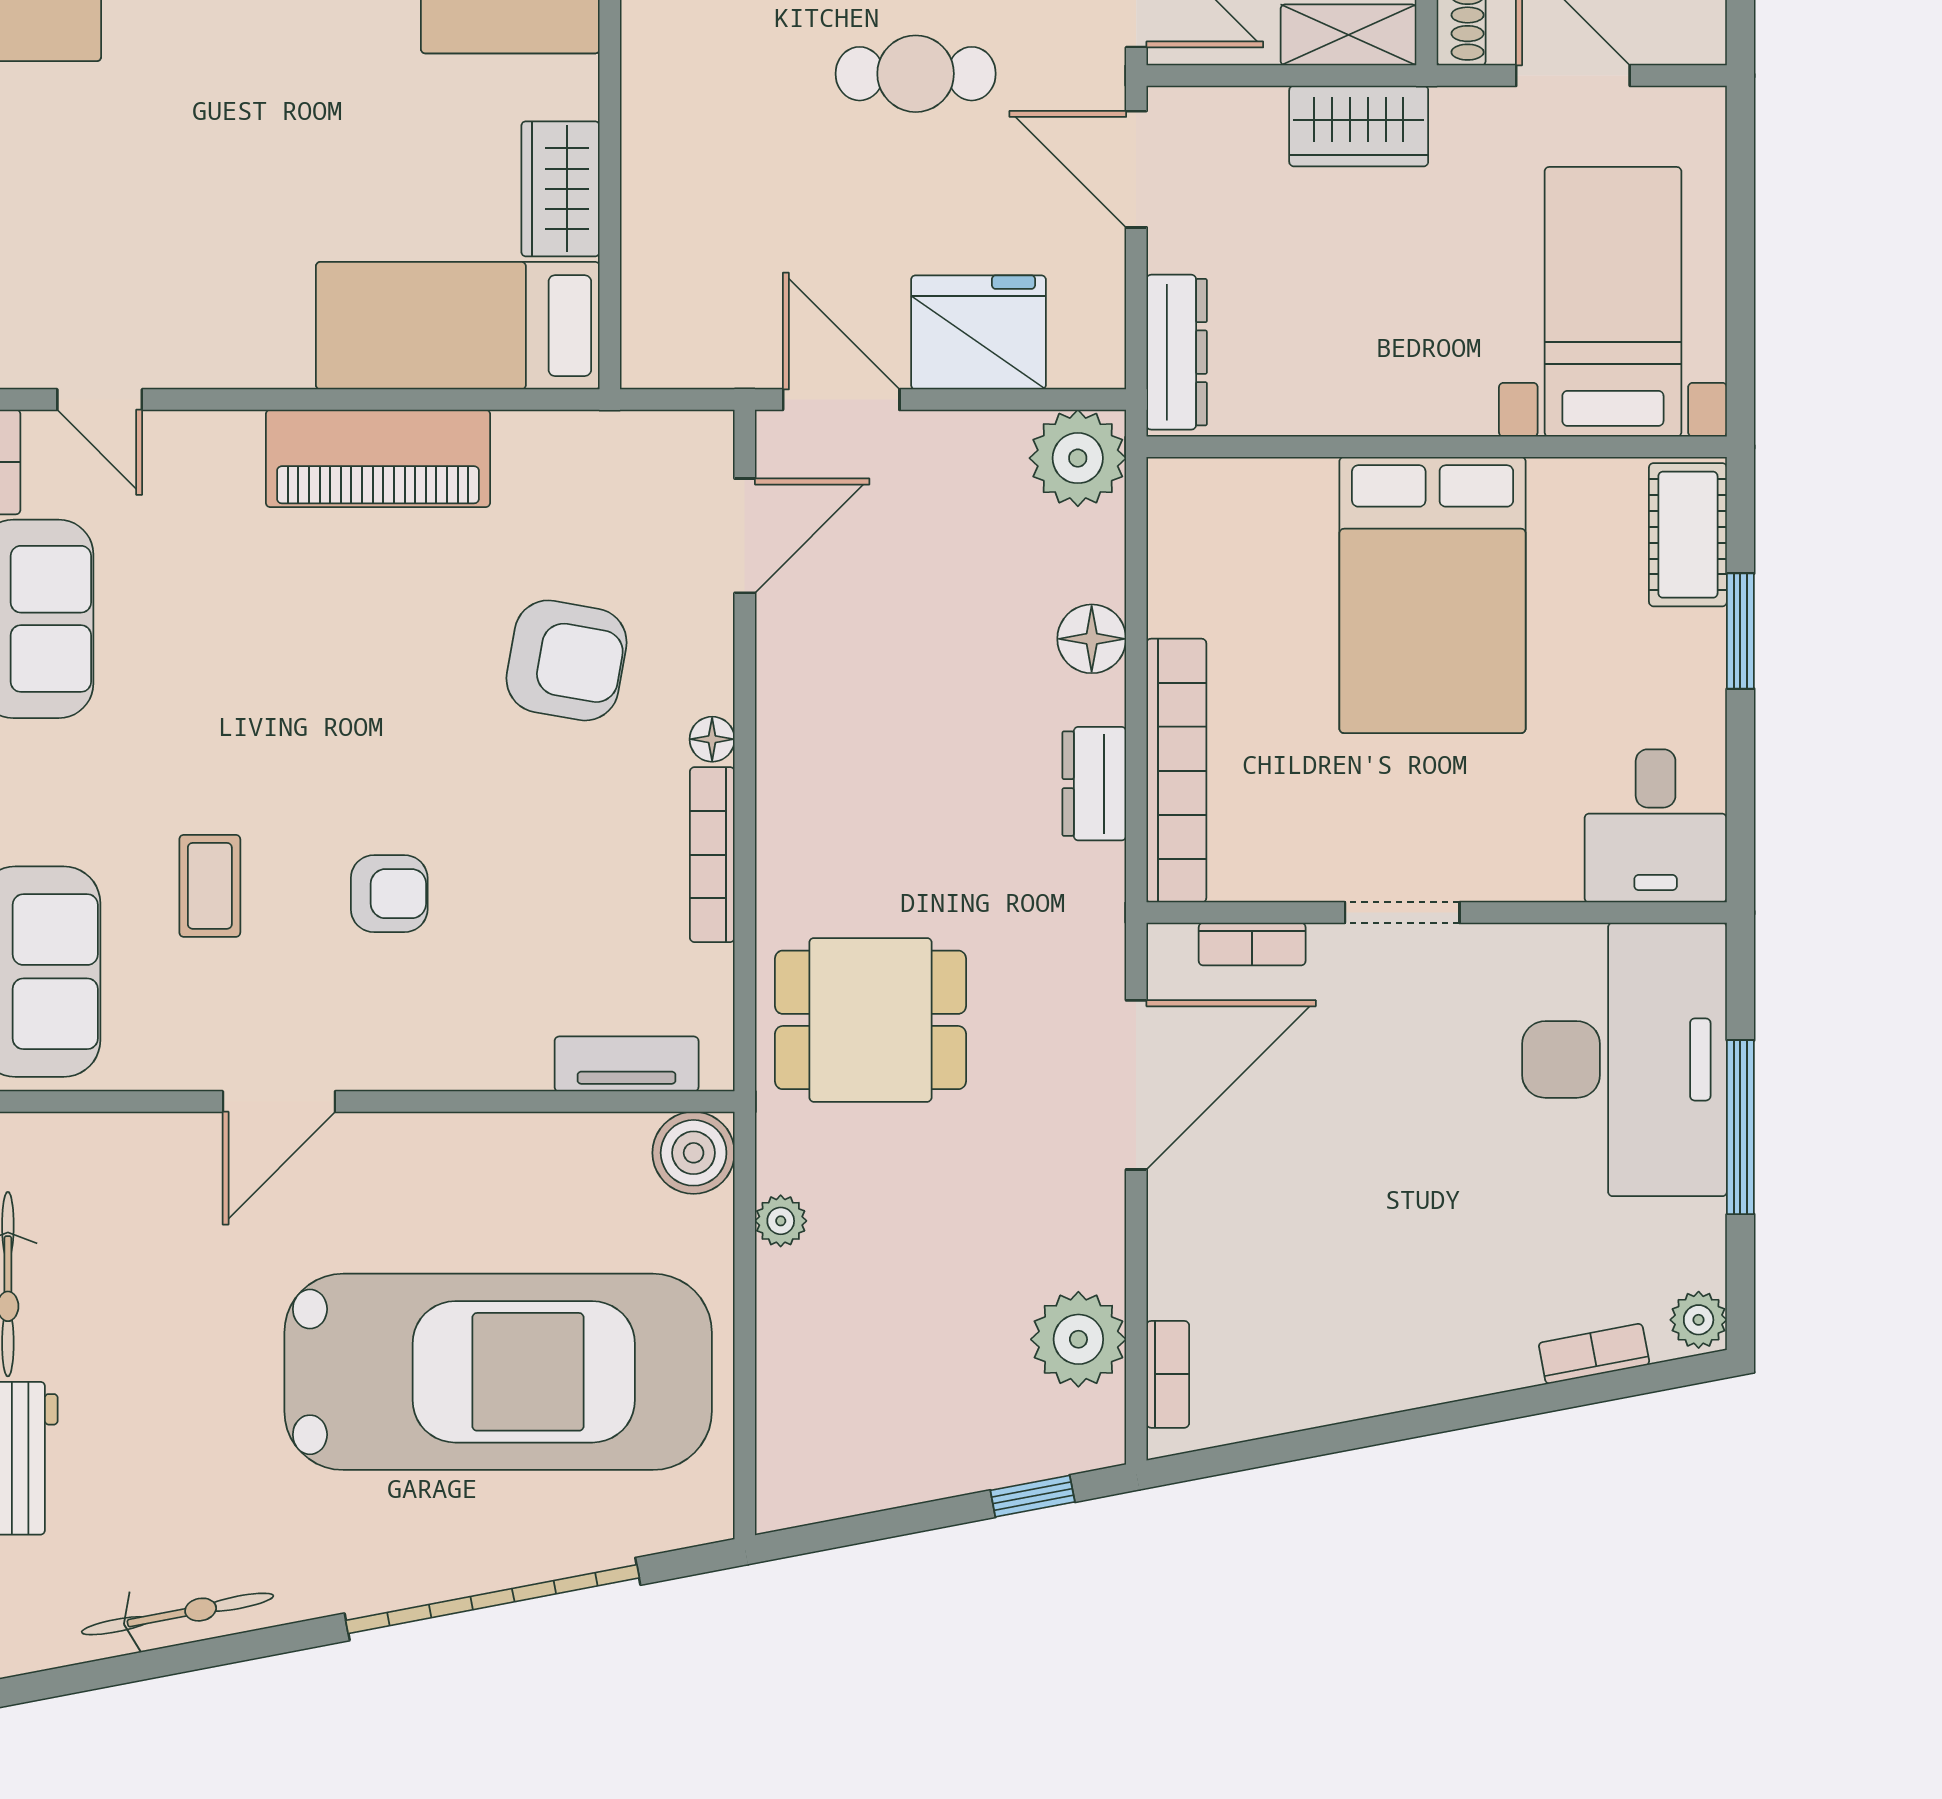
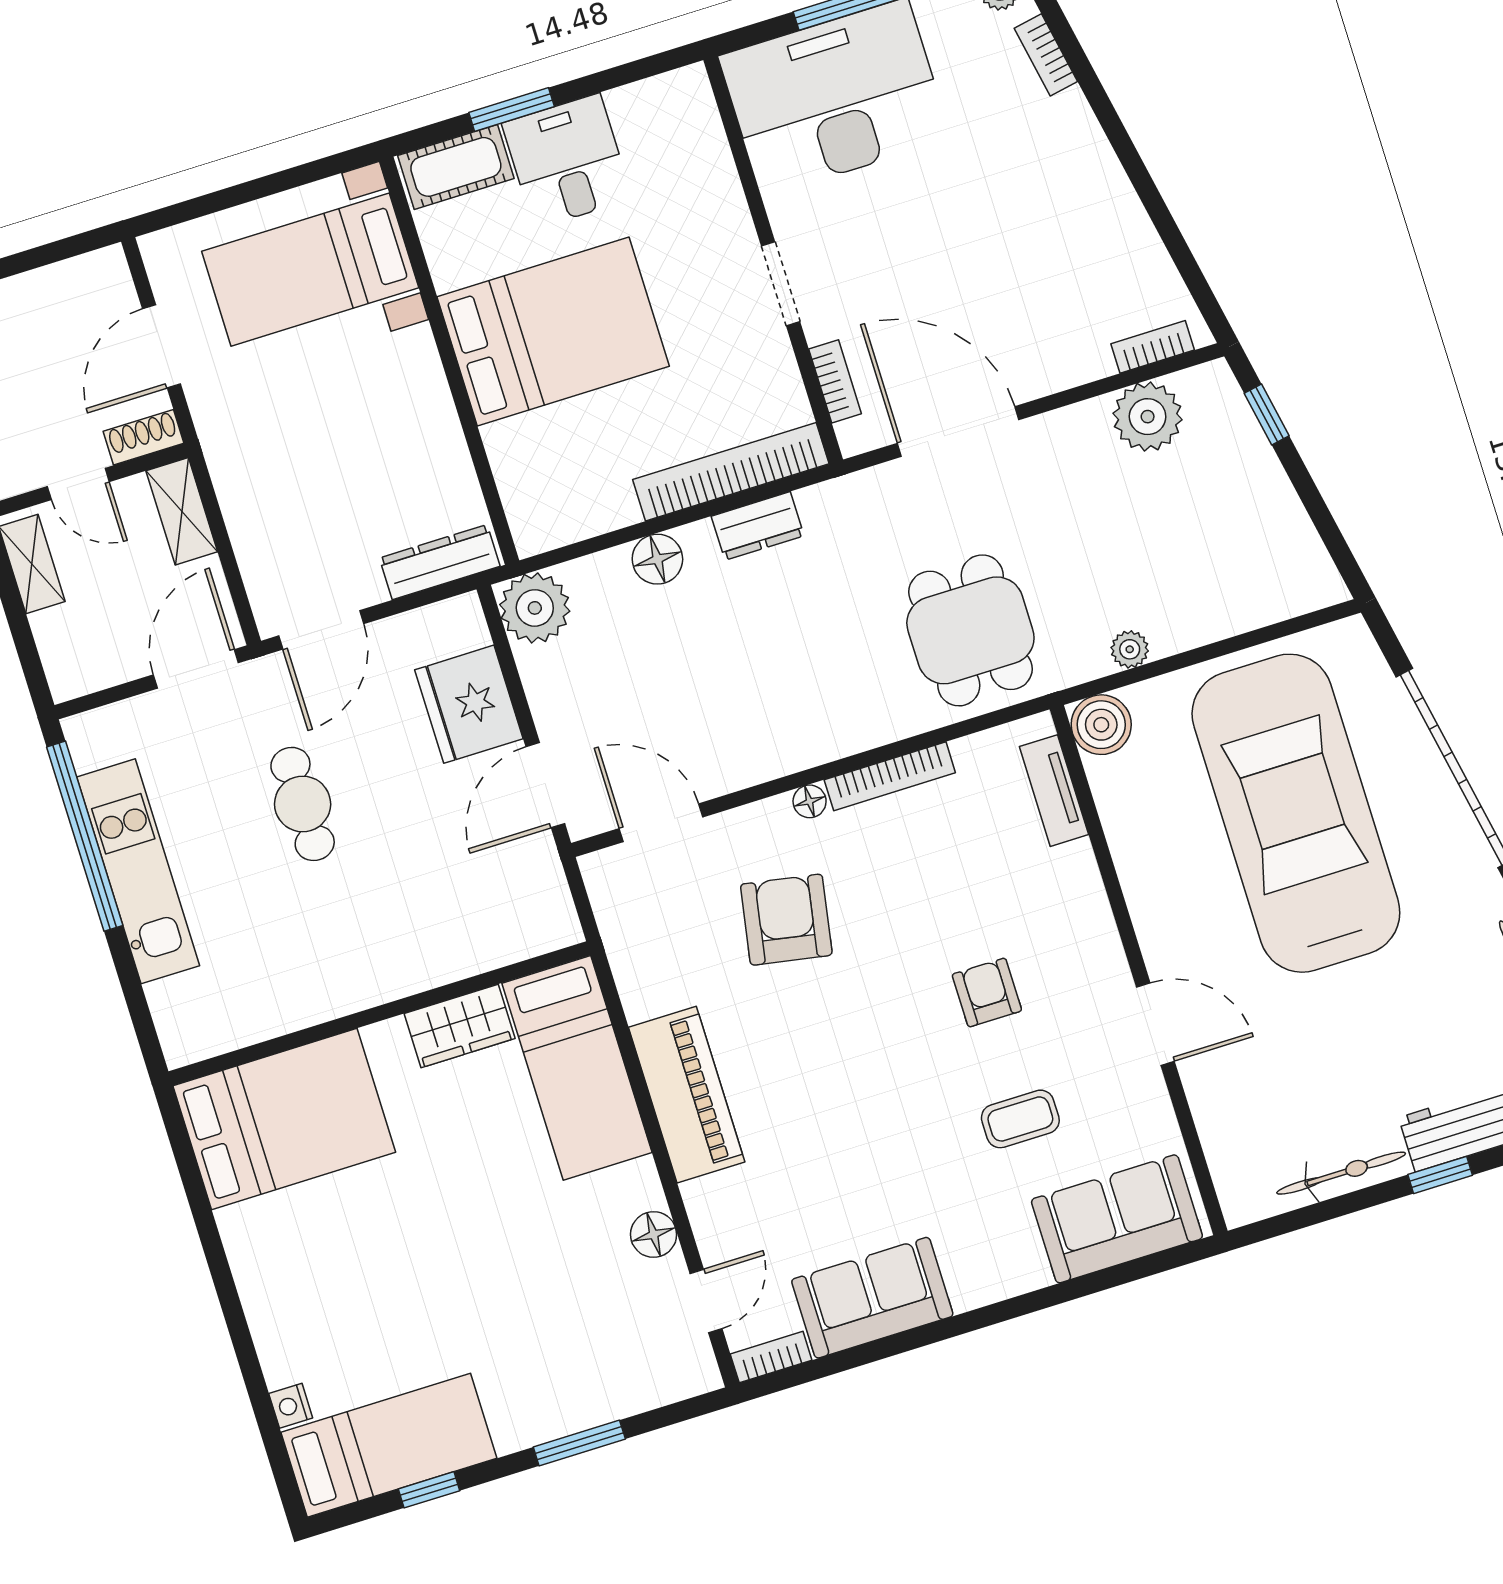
wardrobe: (1359, 126) -> (243, 484), removed
floor lamp: (208, 358) -> (654, 1234), added
desk: (1656, 826) -> (567, 161), moved, turned -90

